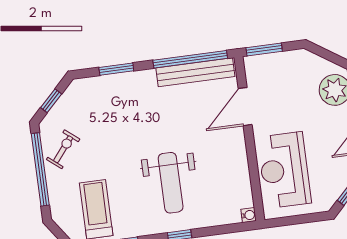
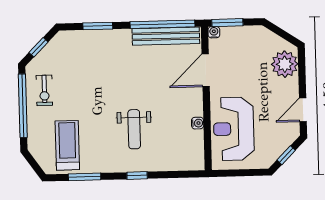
water cooler: (250, 62) -> (214, 32), added
exercise bike: (63, 149) -> (44, 90), turned 141
weight bench: (171, 183) -> (134, 129), width x0.73, depth x0.75
water cooler: (249, 215) -> (198, 123), moved

